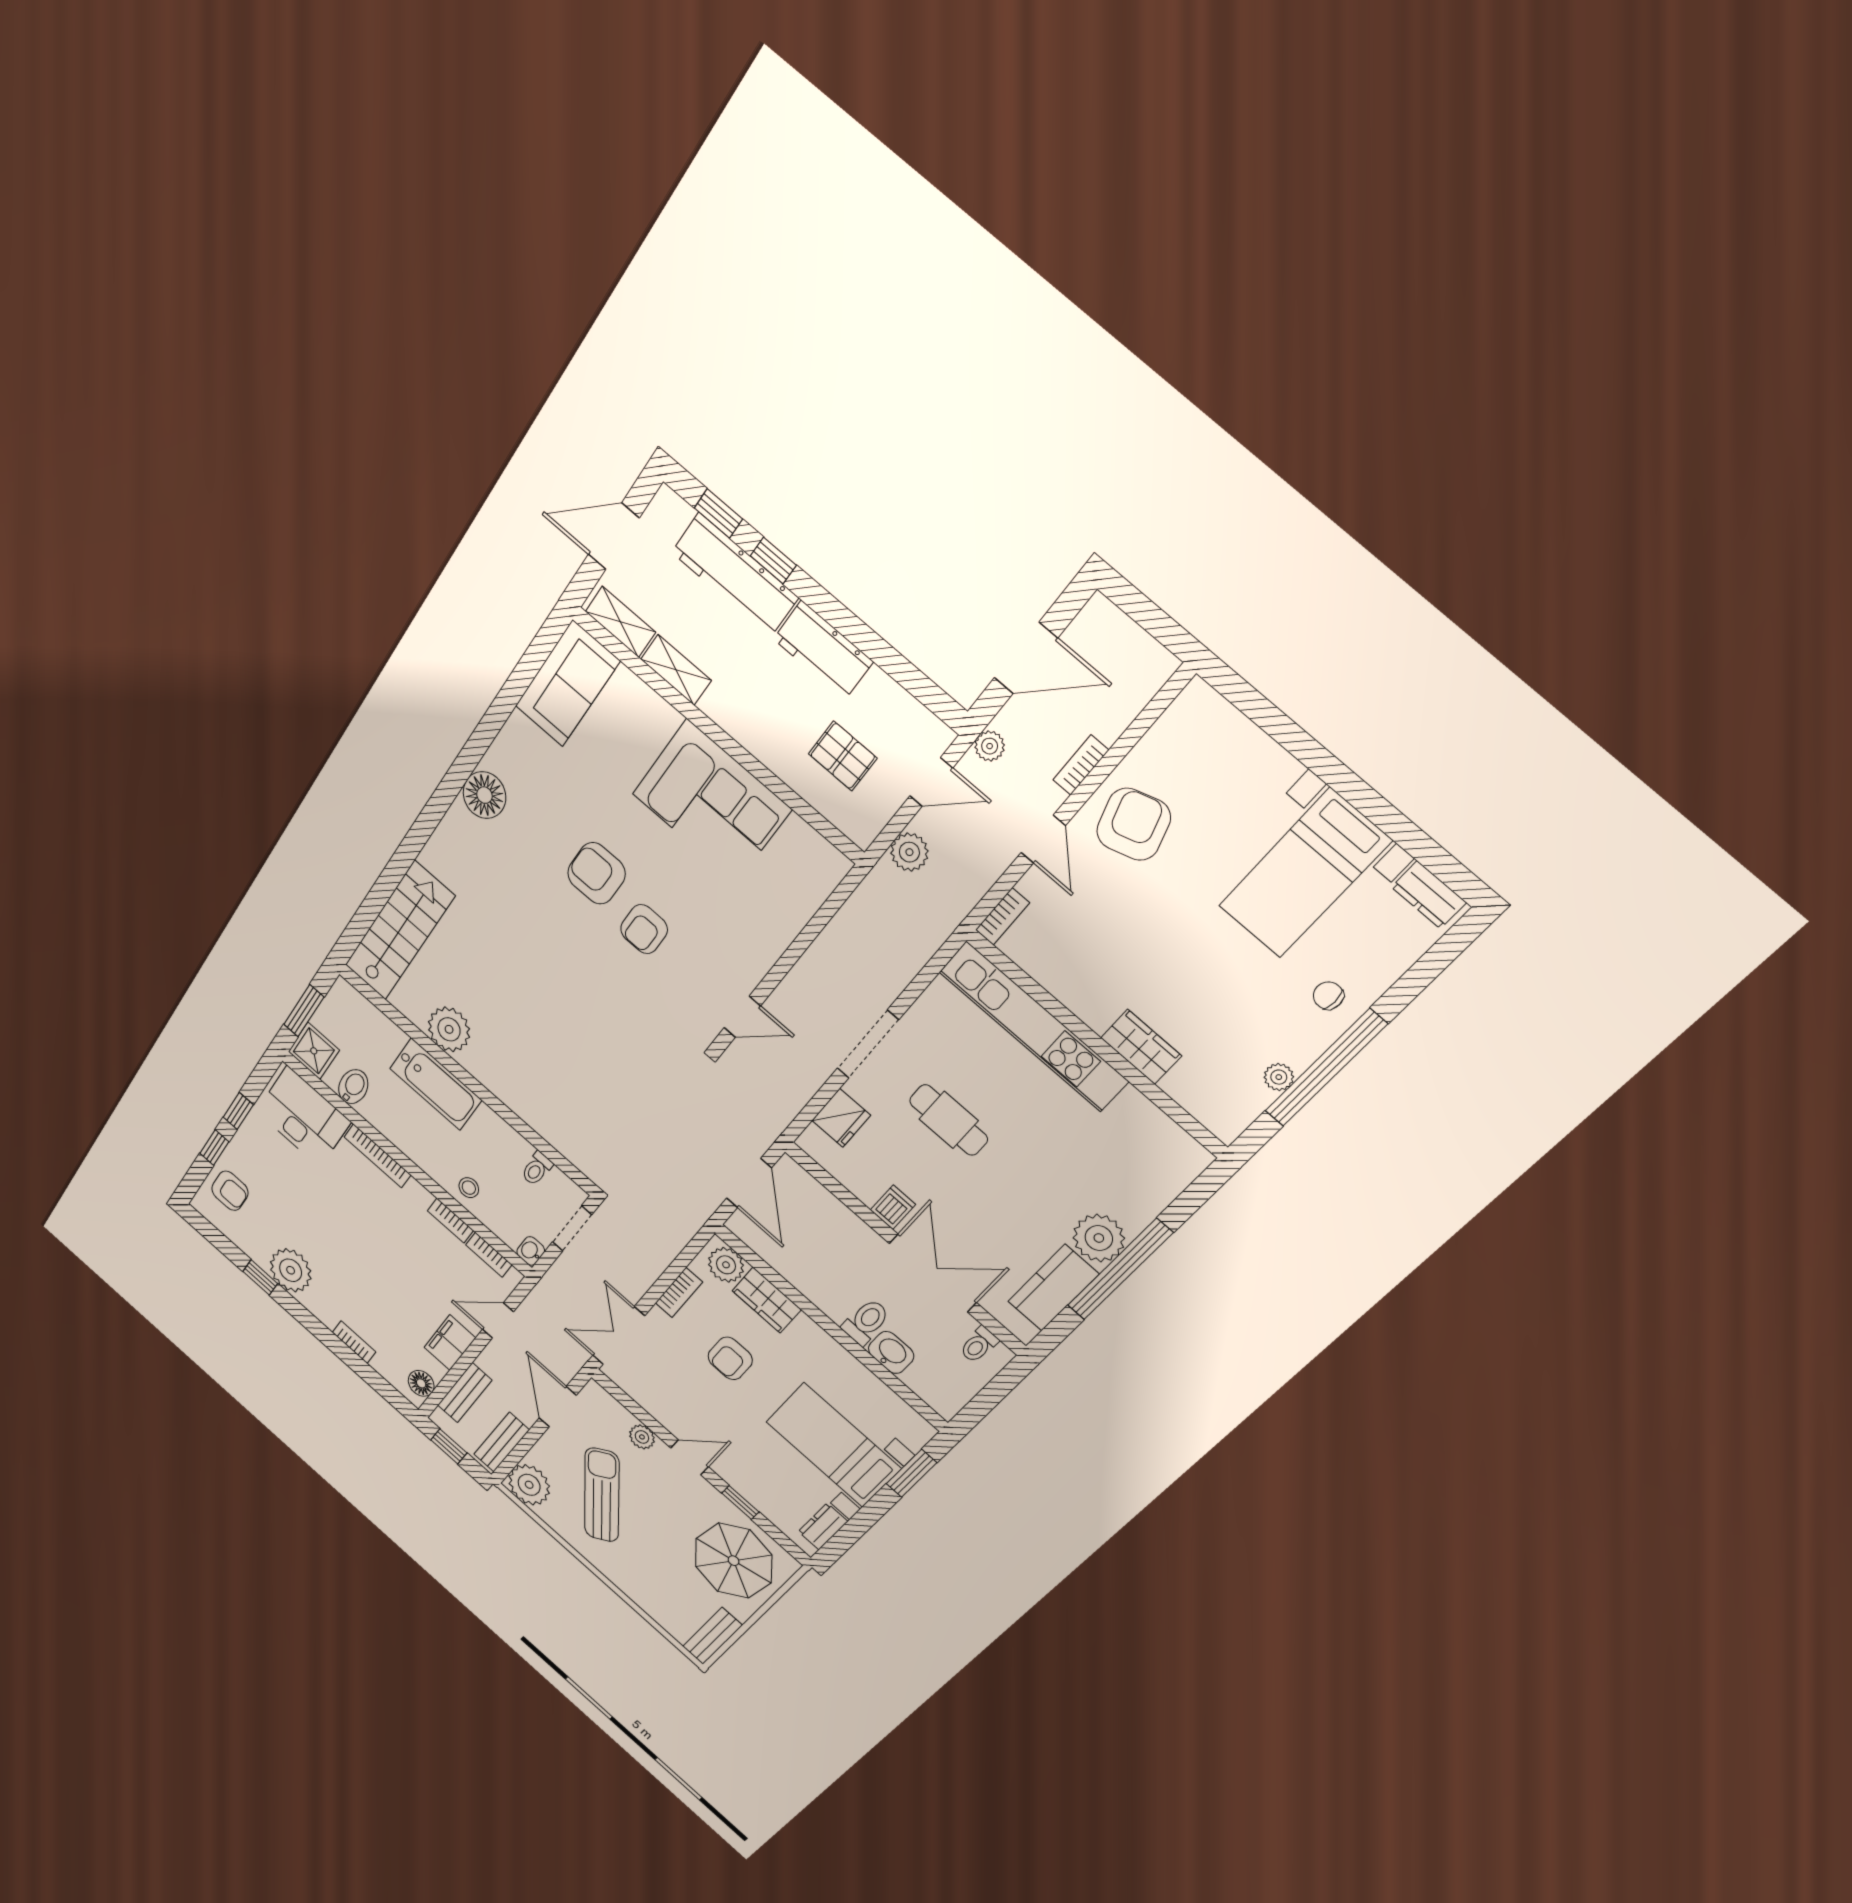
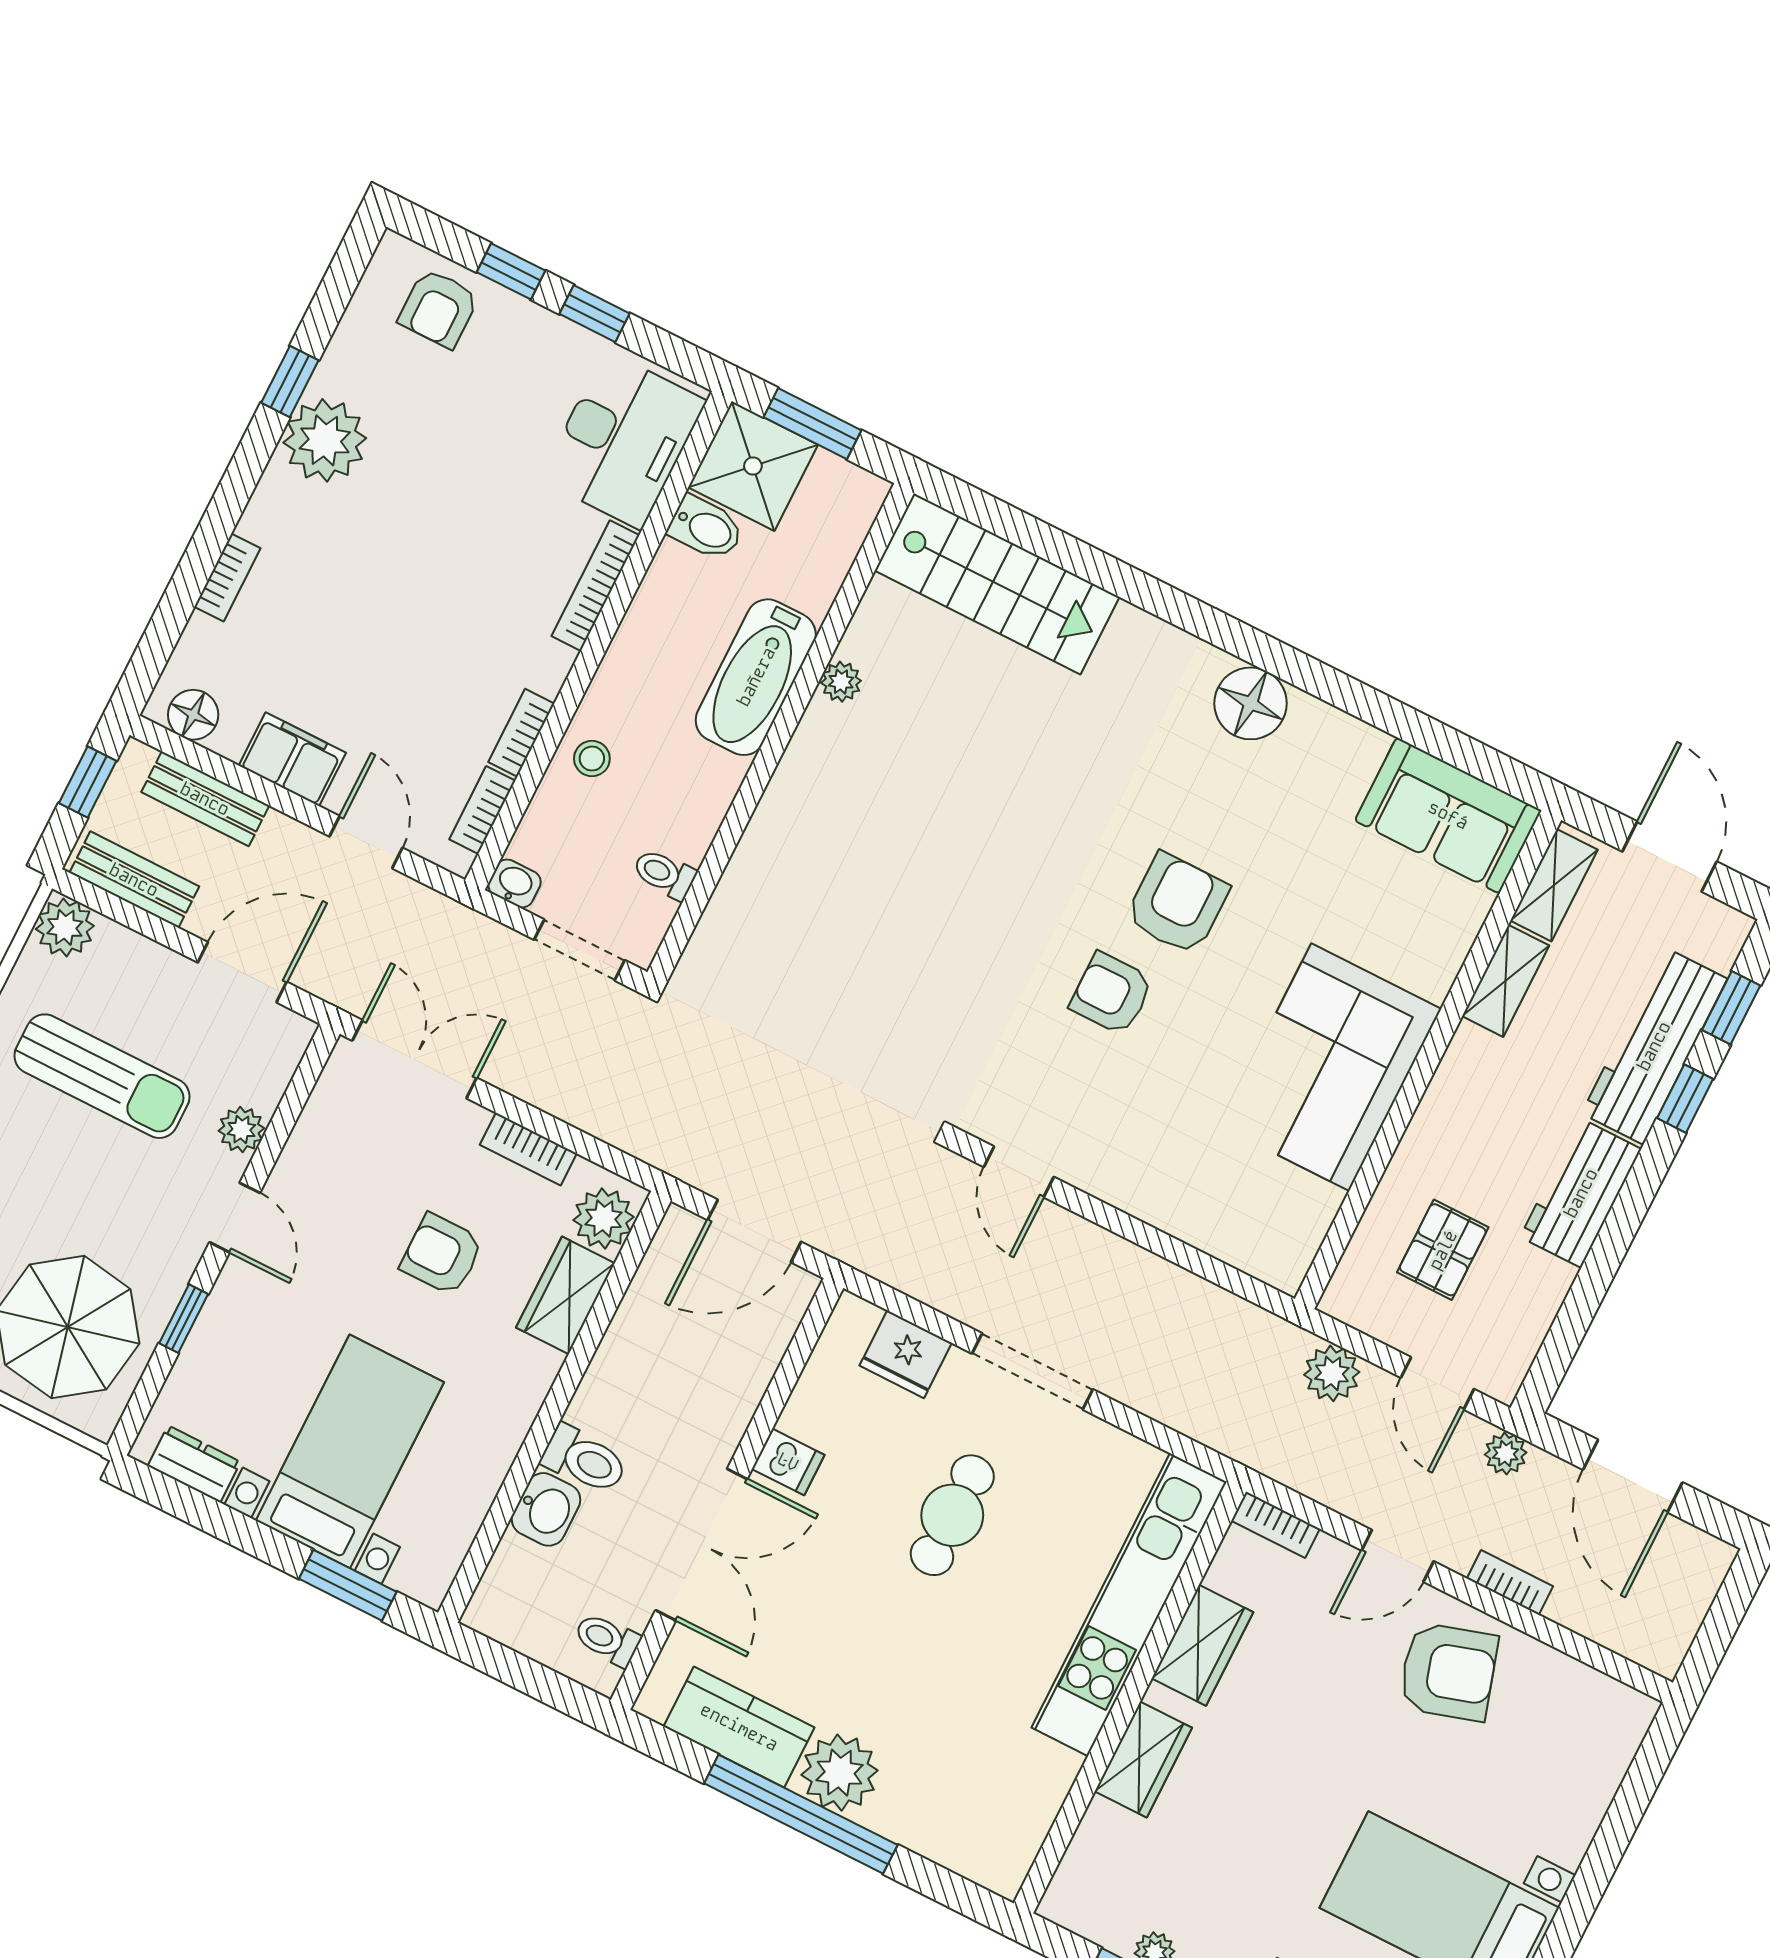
wardrobe: (1073, 987) -> (1202, 1645), added
plant: (449, 1029) -> (841, 682), width x0.53, depth x0.53
shower: (314, 1051) -> (753, 466), width x1.36, depth x1.36
plant: (529, 1485) -> (65, 927), width x0.73, depth x0.73
sun lounger: (602, 1495) -> (102, 1076), turned 35

